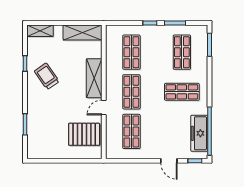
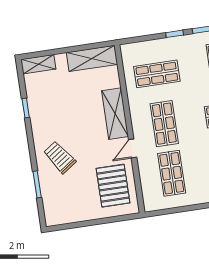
shop shelf: (131, 52) -> (157, 74), turned 90
trolley: (47, 76) -> (60, 157), moved
pallet: (84, 134) -> (113, 186), turned 90

